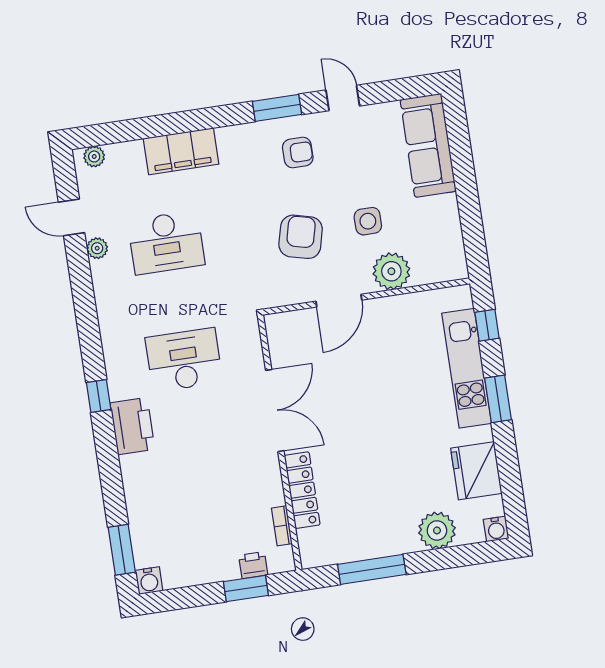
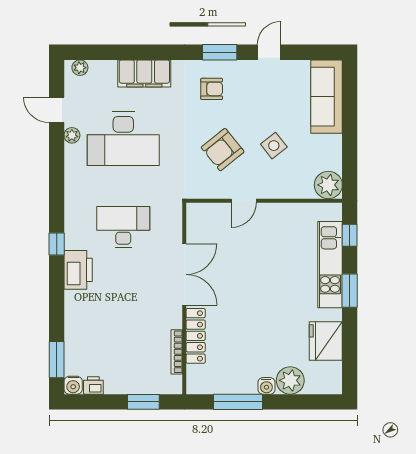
door: (343, 98) -> (269, 52), hinge flipped
armchair: (298, 152) -> (212, 89), moved
side table: (368, 221) -> (274, 146), turned -38
armchair: (301, 237) -> (223, 150), turned -143
desk: (166, 243) -> (123, 139), width x1.36, depth x1.30
plant: (391, 271) -> (328, 185), moved
door: (339, 301) -> (244, 201), width x0.73
bookcase: (282, 526) -> (177, 352), width x1.56
water cooler: (496, 529) -> (266, 386), moved
printer: (253, 565) -> (93, 385), moved

